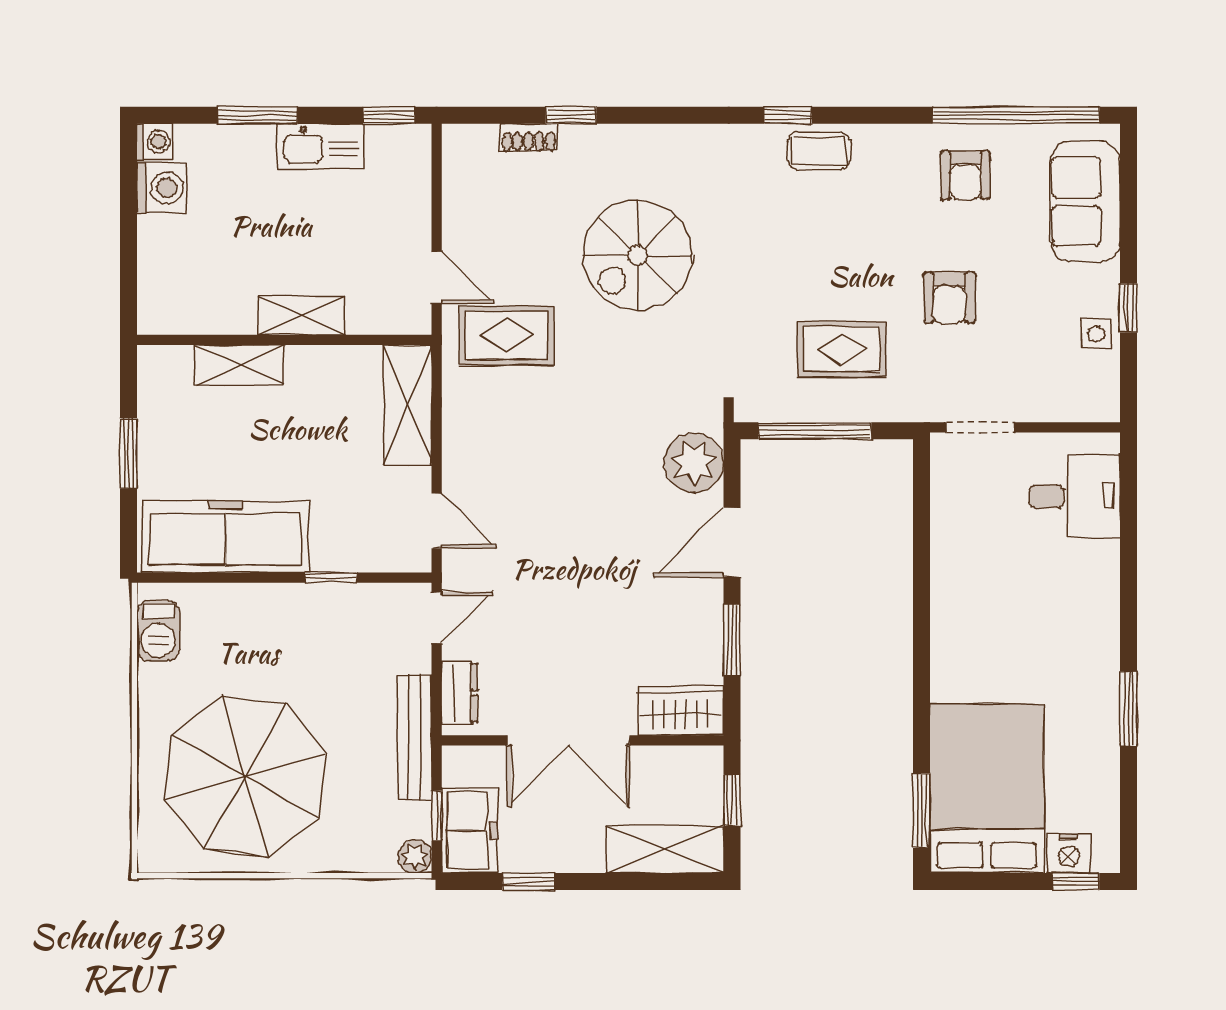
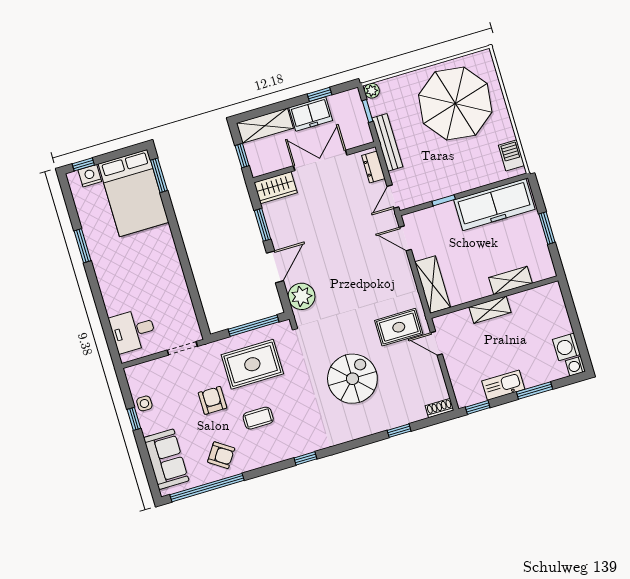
shoe rack: (529, 138) -> (440, 408), moved
coffee table: (819, 151) -> (258, 418), moved
armchair: (965, 175) -> (221, 455), turned 124
rug: (842, 349) -> (252, 364), width x1.36, depth x1.43
freezer: (469, 830) -> (311, 114), moved, turned -90

